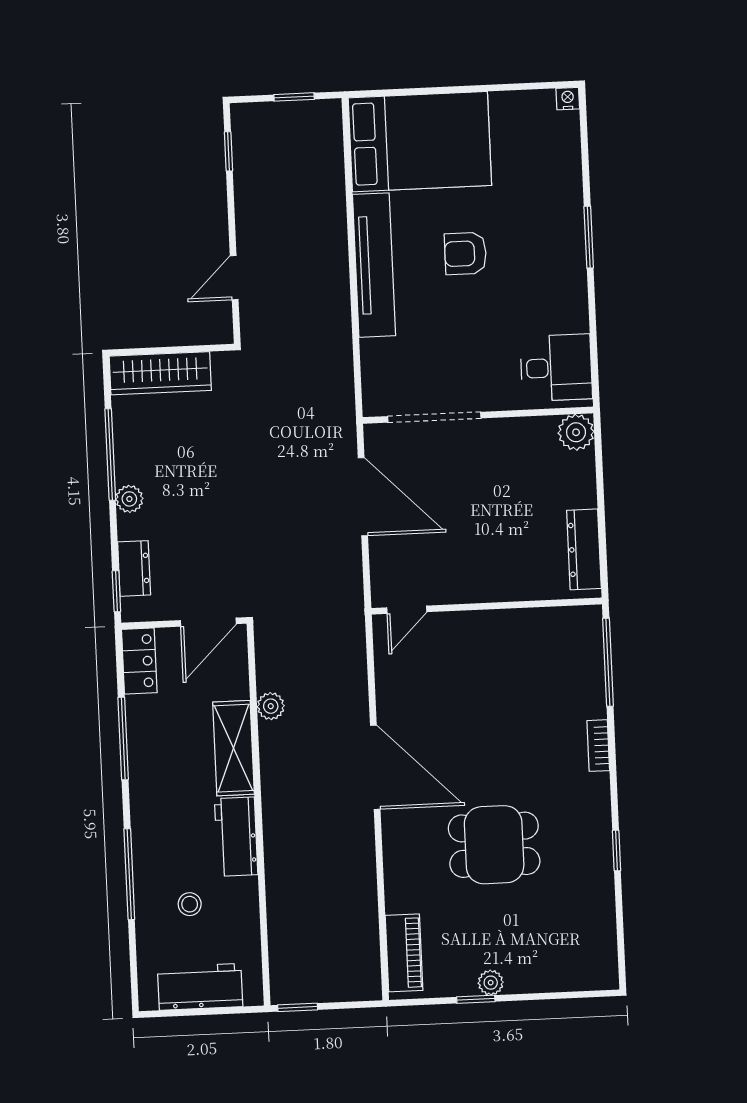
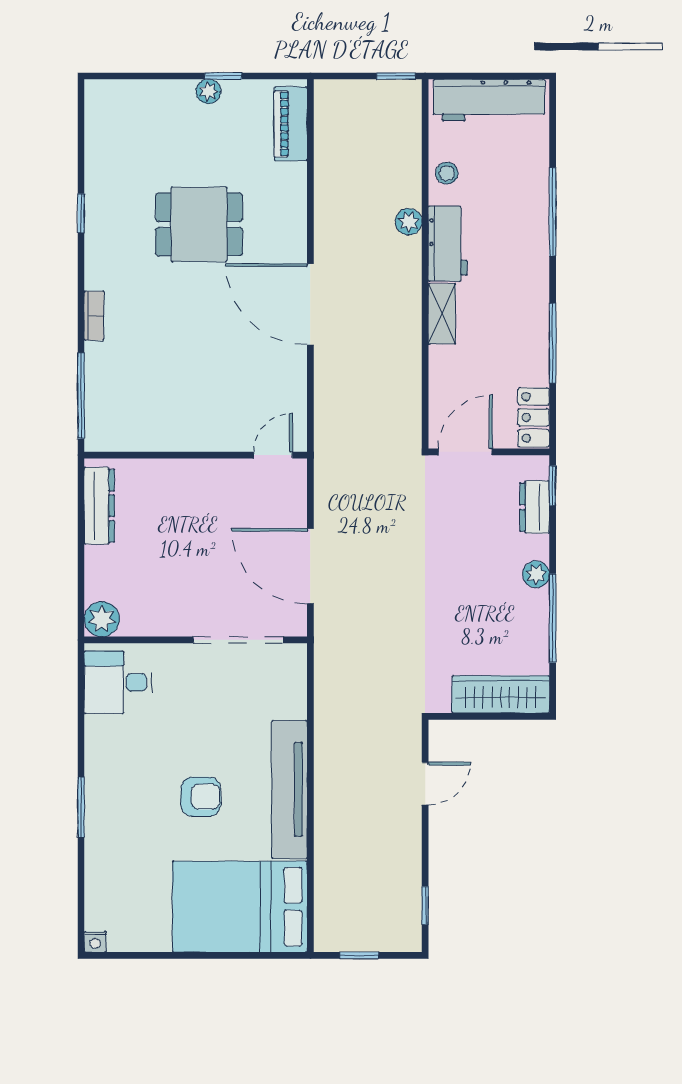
plant: (271, 706) -> (409, 222), moved
shelving: (233, 748) -> (442, 314), width x0.67, depth x0.75
stool: (190, 904) -> (447, 173), moved
workbench: (200, 987) -> (489, 100), width x1.38

